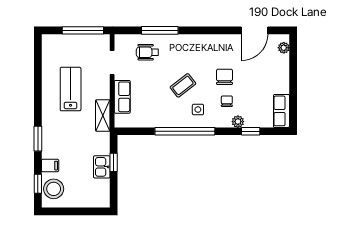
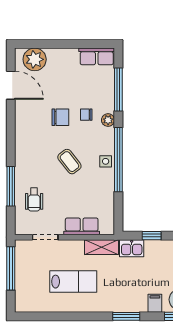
plant: (284, 48) -> (35, 59), width x1.88, depth x1.88
chair: (224, 77) -> (60, 117), turned 180
lab bench: (71, 89) -> (73, 282), turned 180
side table: (198, 110) -> (106, 161), moved
plant: (238, 122) -> (108, 120), moved
window: (251, 131) -> (118, 89), width x2.17
kitchen sink: (102, 167) -> (132, 248), moved

